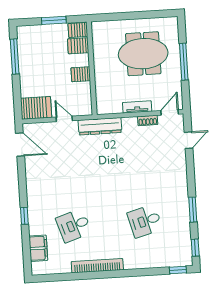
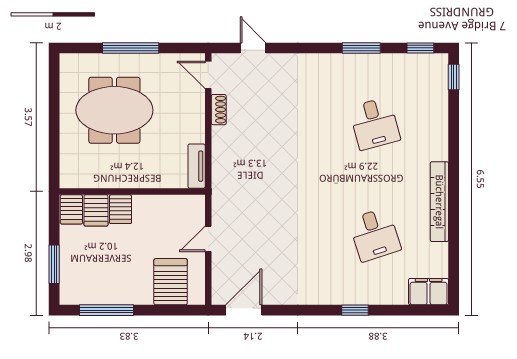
window: (54, 20) -> (54, 264), moved
meeting table: (143, 54) -> (114, 110), turned 90
server rack: (81, 74) -> (120, 209), moved
tv unit: (137, 107) -> (197, 166), moved
server rack: (36, 108) -> (171, 282), moved
dresser: (100, 126) -> (223, 184), removed
filing cabinet: (38, 248) -> (429, 292), moved

